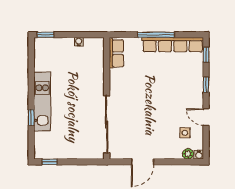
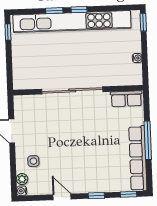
window: (31, 94) -> (79, 10), added
kitchen unit: (42, 101) -> (72, 22), width x1.86
door: (206, 117) -> (62, 197), hinge flipped
sliding door: (107, 124) -> (72, 90), moved
side table: (185, 133) -> (33, 161), moved

